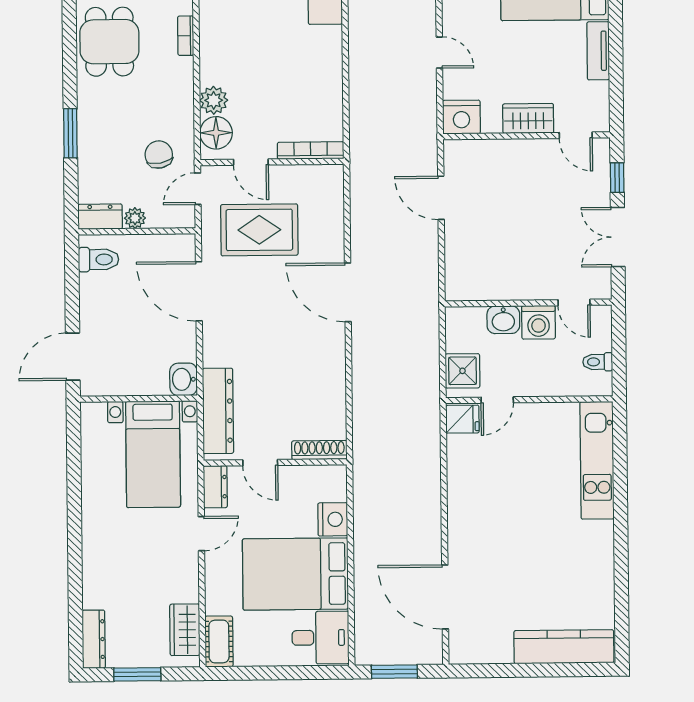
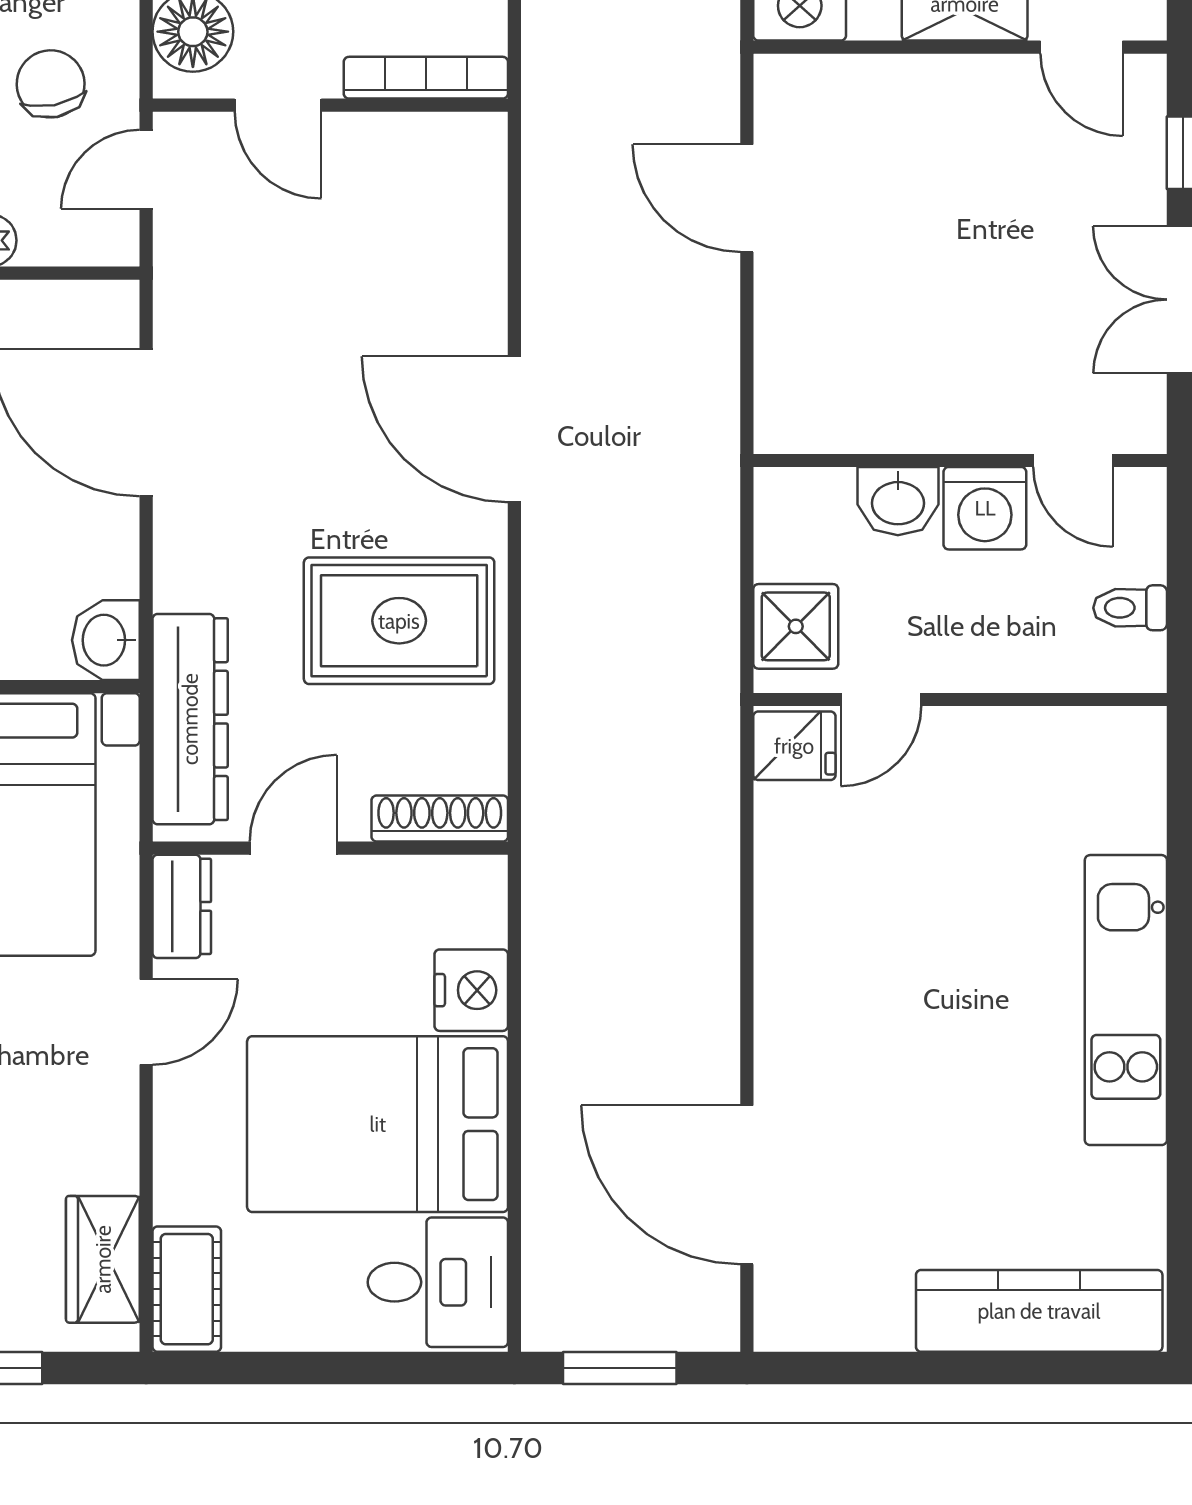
rug: (259, 230) -> (399, 621), moved
kitchen unit: (597, 460) -> (1126, 1000), moved
door: (260, 463) -> (293, 848), swing flipped

